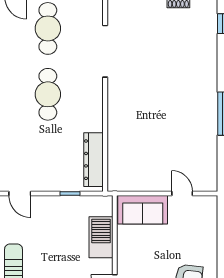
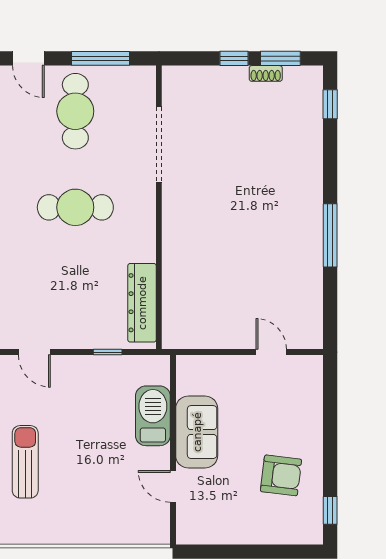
cafe table: (48, 94) -> (75, 207), turned 90
sofa: (143, 210) -> (197, 432), moved, turned -90

